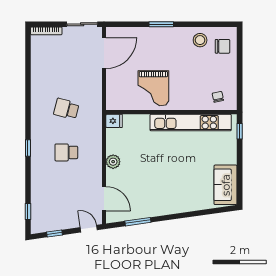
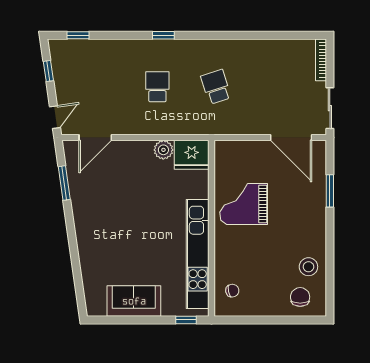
window: (161, 24) -> (330, 191), moved
chair: (223, 46) -> (300, 297), turned 180
school desk: (66, 109) -> (216, 87), turned -33
fridge: (114, 121) -> (192, 155), width x1.88, depth x1.34
plant: (113, 162) -> (163, 150), moved
sofa: (226, 185) -> (134, 301), moved

